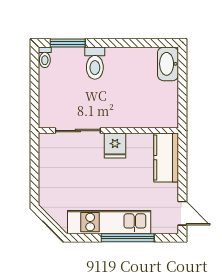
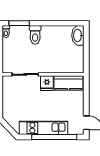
kitchen counter: (166, 158) -> (68, 83), moved, turned -90
window: (128, 238) -> (54, 137), width x1.46

